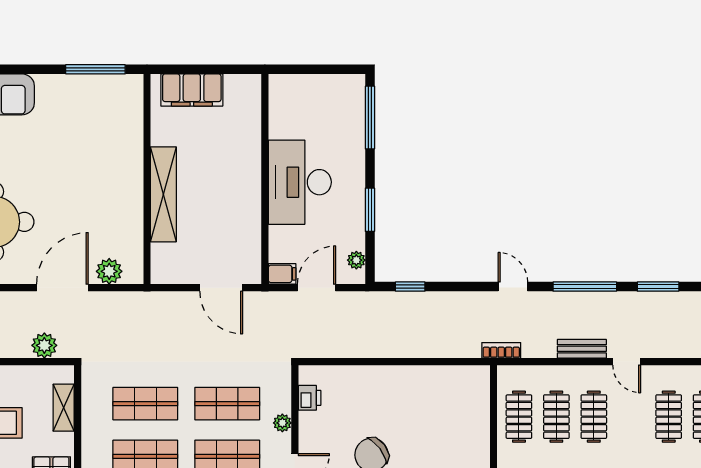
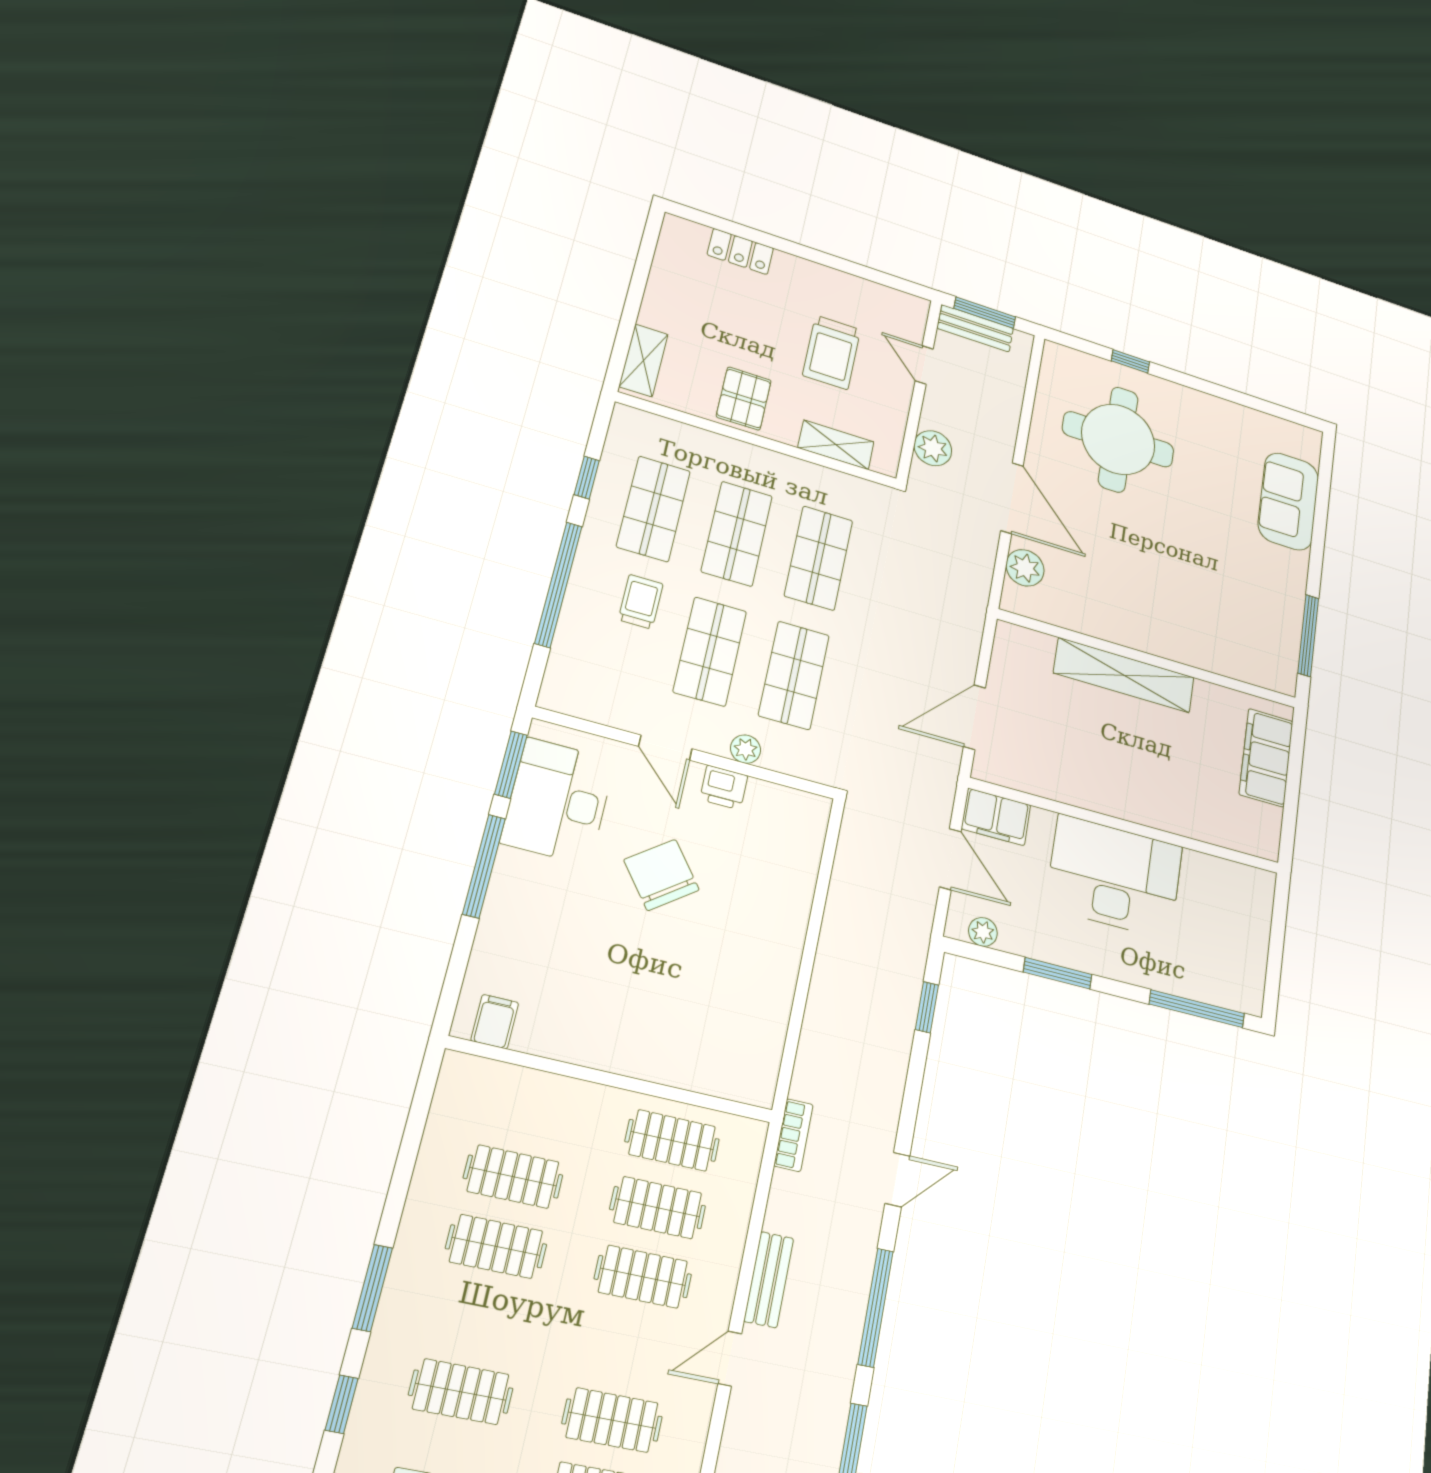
filing cabinet: (282, 274) -> (996, 817), width x2.00
printer: (310, 398) -> (724, 787), moved

